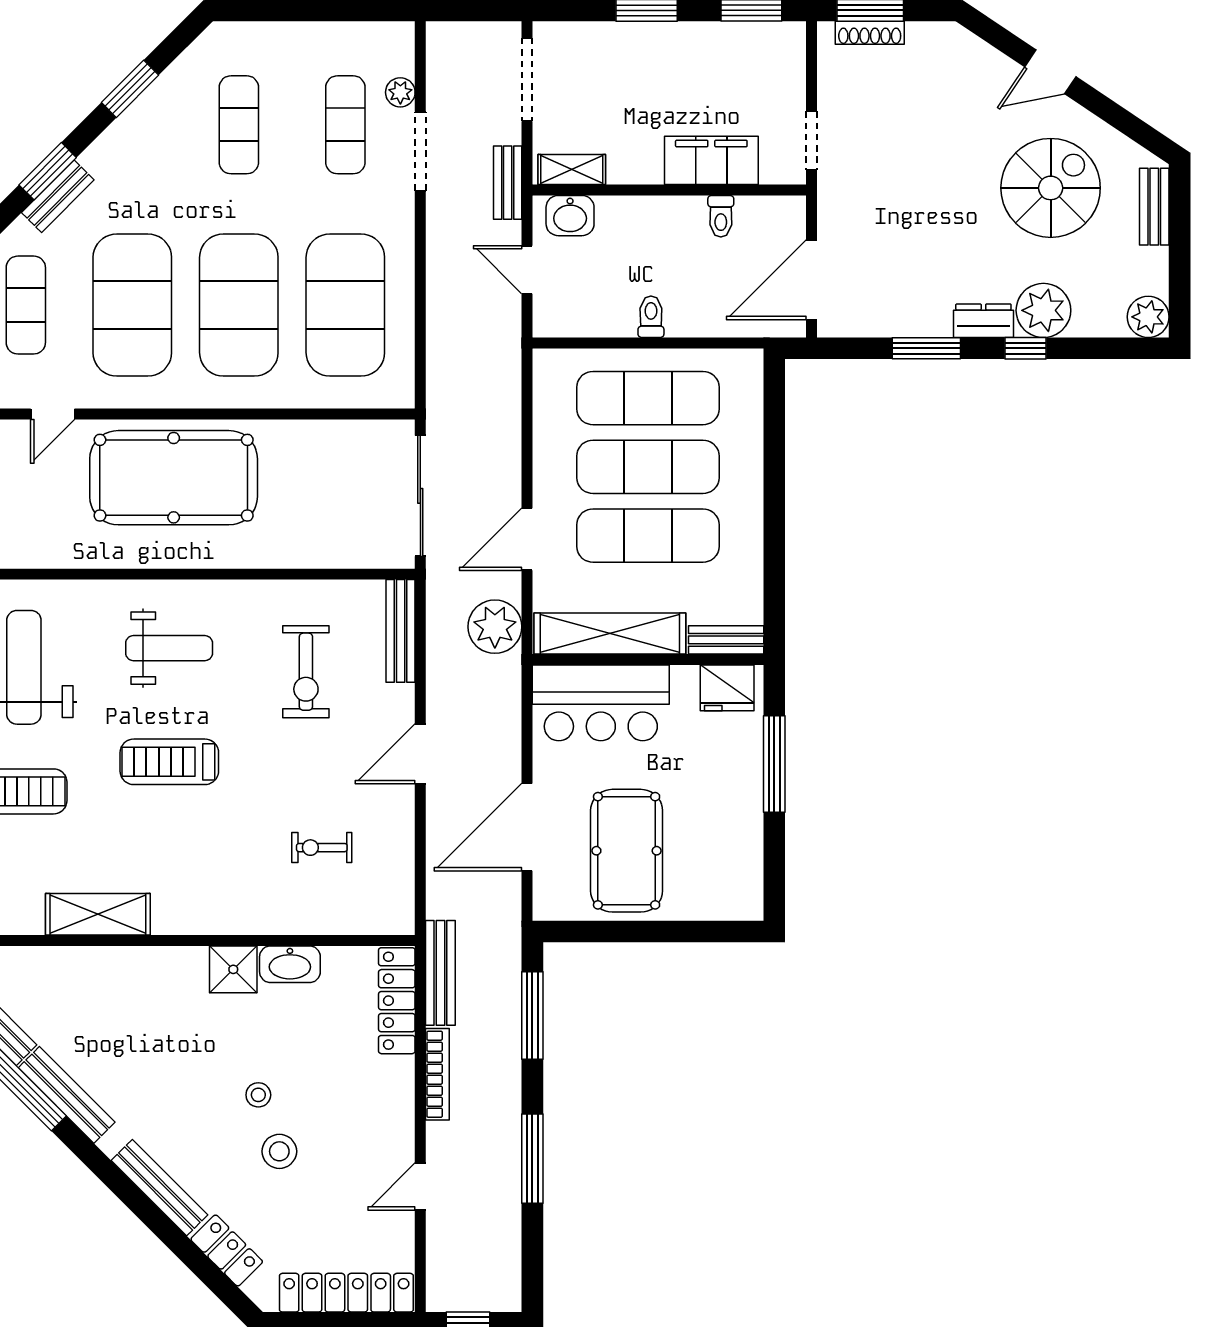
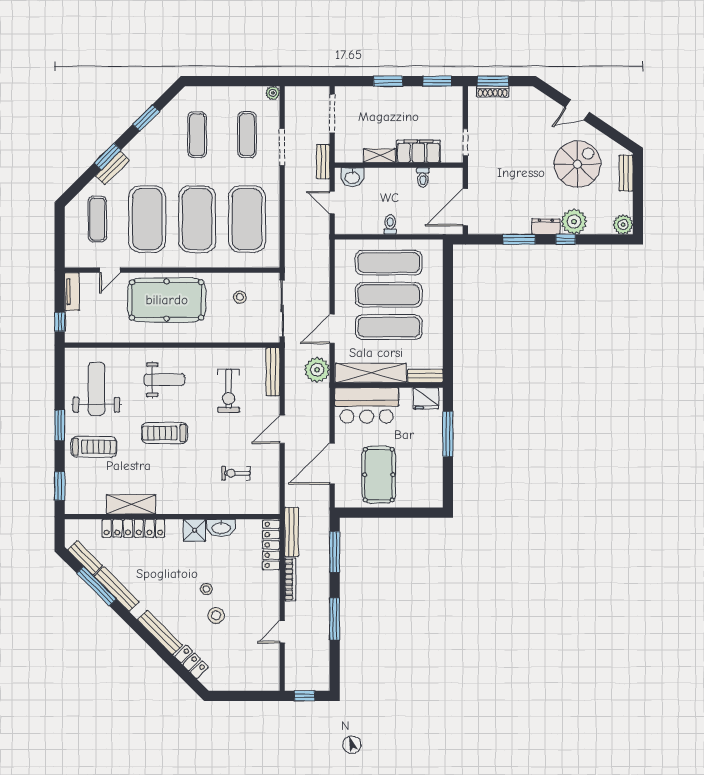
plant: (400, 92) -> (273, 93), moved
shelving: (572, 169) -> (379, 156), moved
stool: (330, 472) -> (240, 297), added
locker: (346, 1293) -> (133, 528), moved, turned 180

